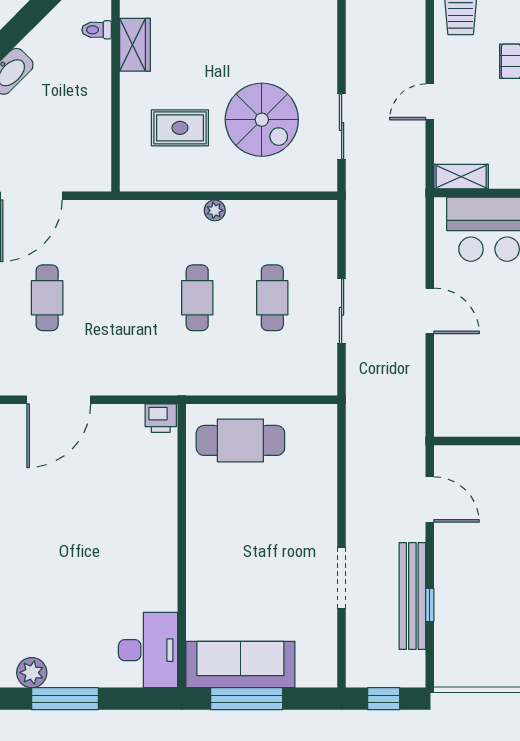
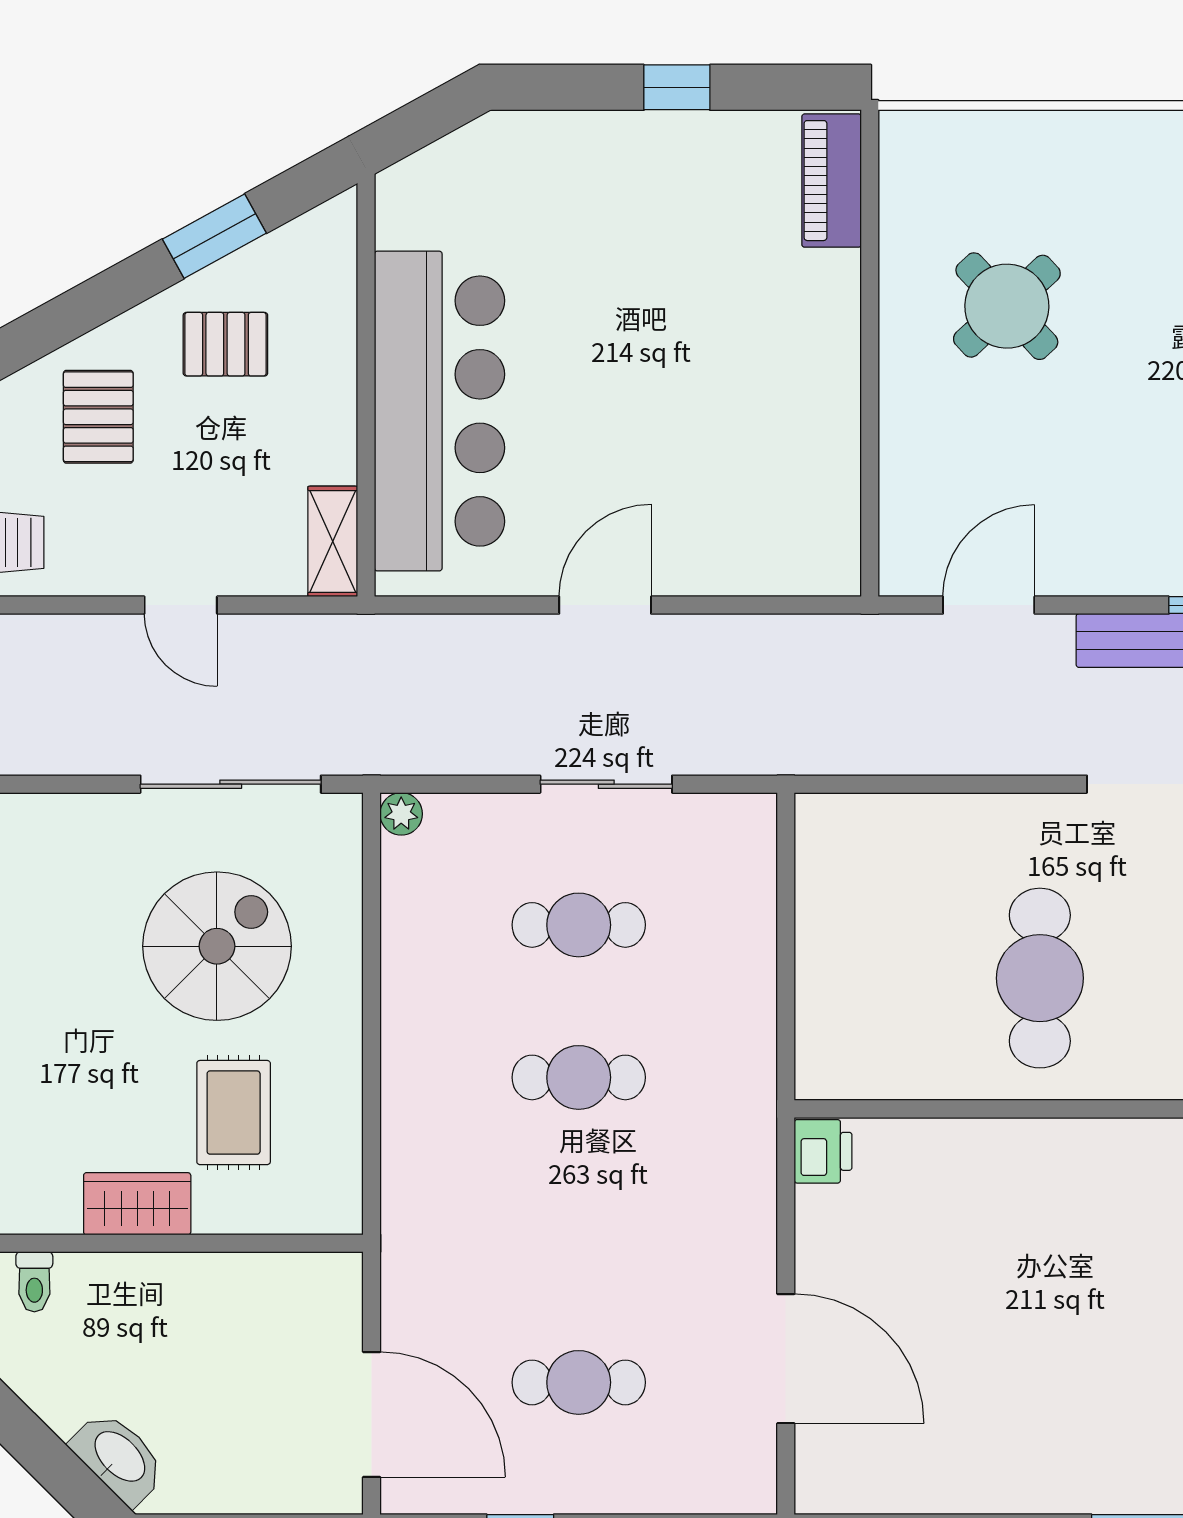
wardrobe: (135, 45) -> (137, 1204), moved
sliding door: (342, 126) -> (231, 784), width x1.37
plant: (215, 210) -> (401, 814), moved
cafe table: (240, 440) -> (1040, 978), moved

